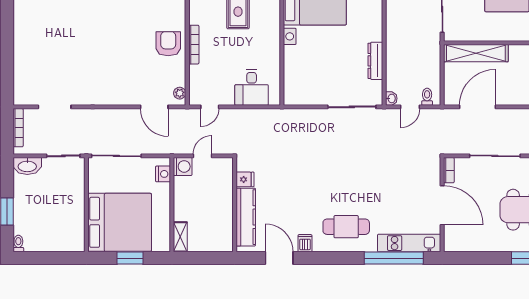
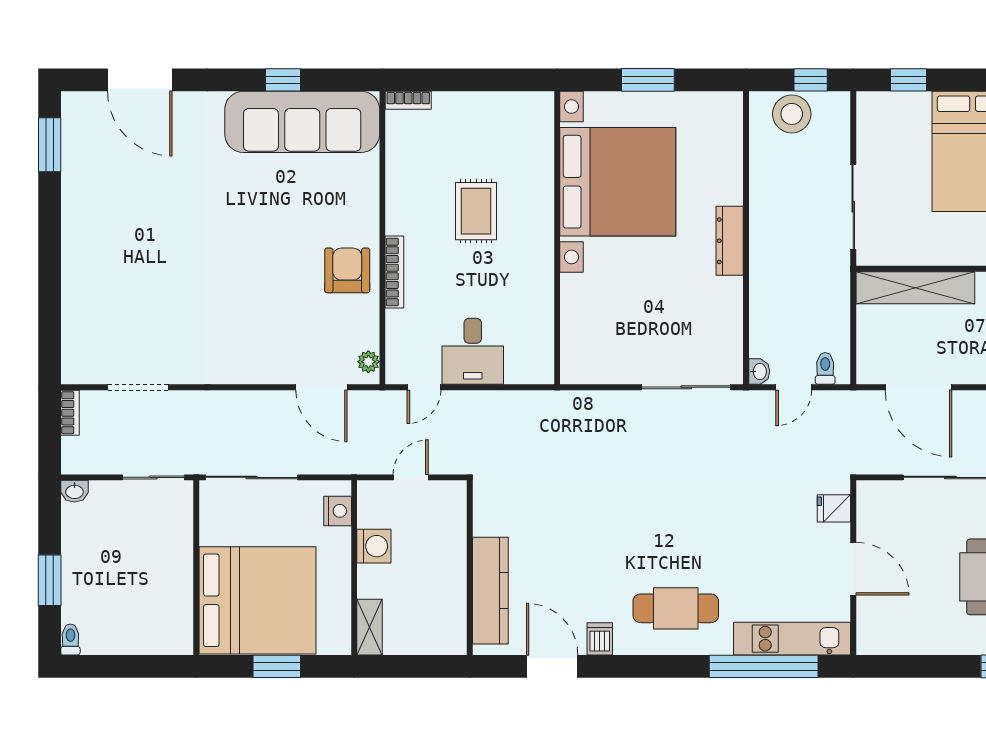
dresser: (375, 61) -> (730, 241), moved
desk: (252, 87) -> (473, 351), moved
door: (478, 107) -> (918, 387), swing flipped
bookcase: (18, 128) -> (70, 413), width x0.64
washbasin: (27, 166) -> (74, 491), width x0.52, depth x0.69
washing machine: (183, 166) -> (374, 546), moved
bookcase: (449, 170) -> (865, 504), removed
fridge: (245, 179) -> (834, 508), moved, turned 180
door: (442, 205) -> (853, 569), width x0.73

